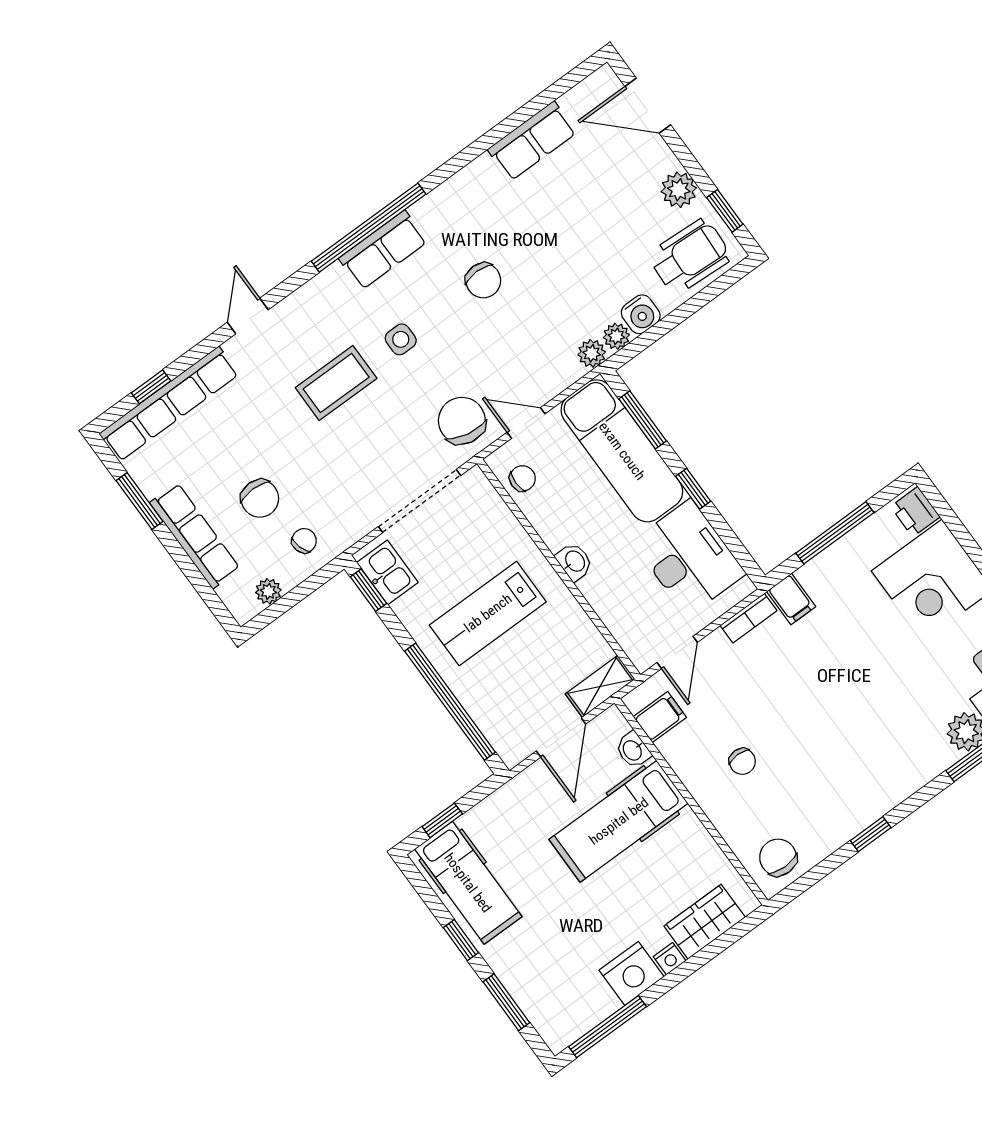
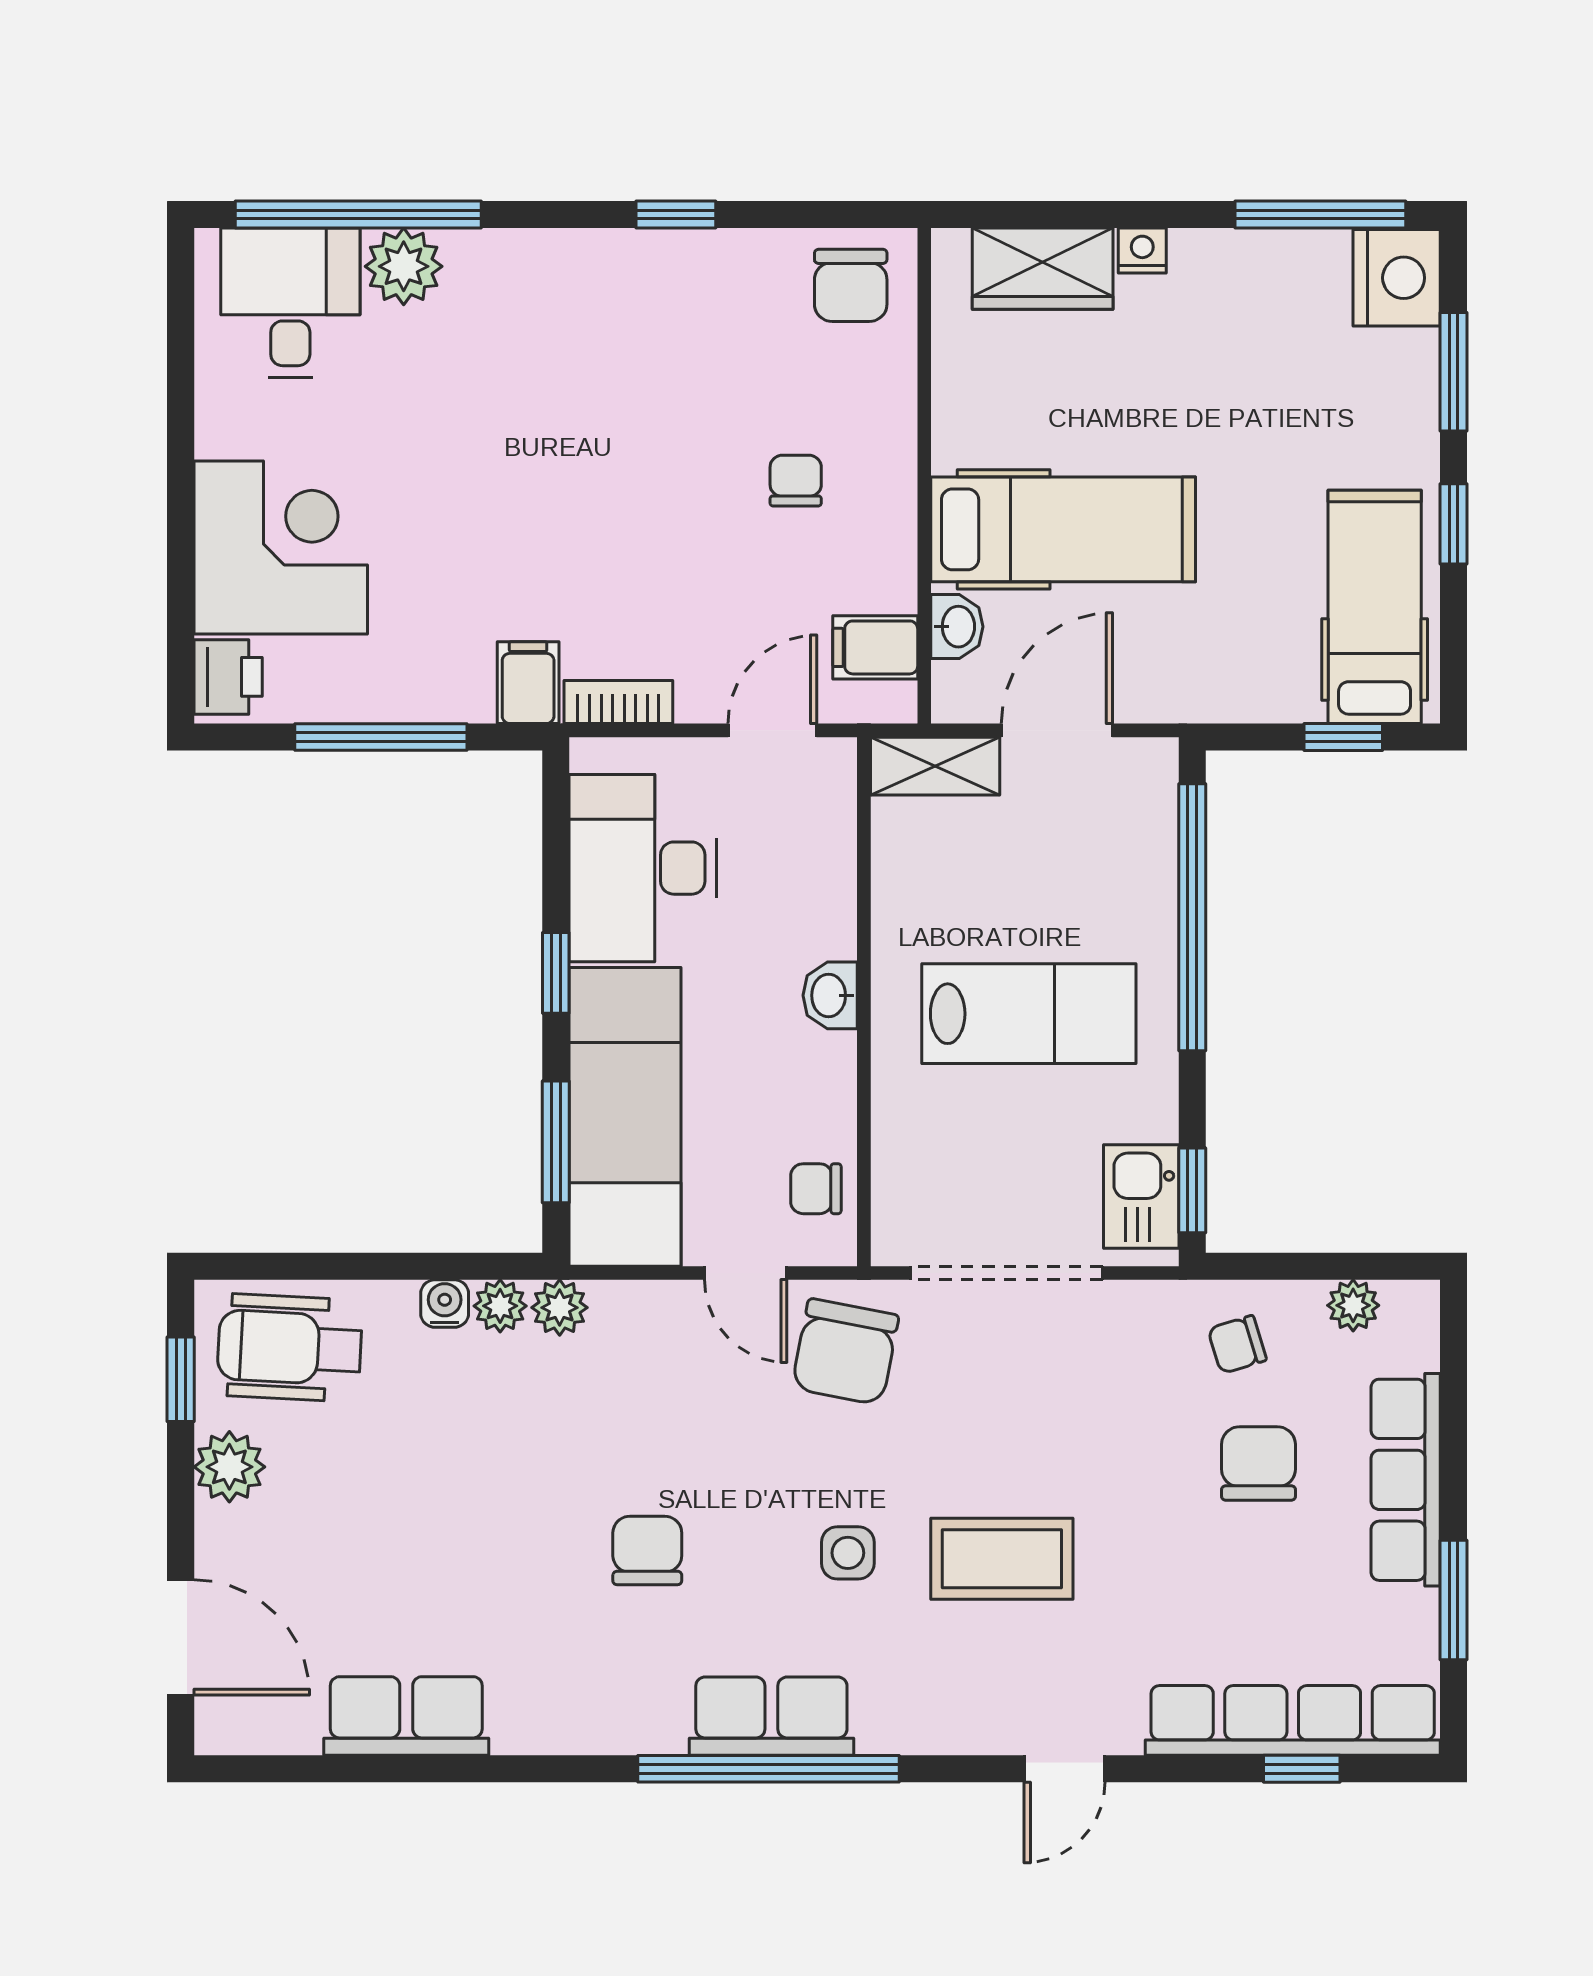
water cooler: (641, 314) -> (445, 1304), width x0.72, depth x0.72
nightstand: (632, 973) -> (1397, 278), moved, turned 90

